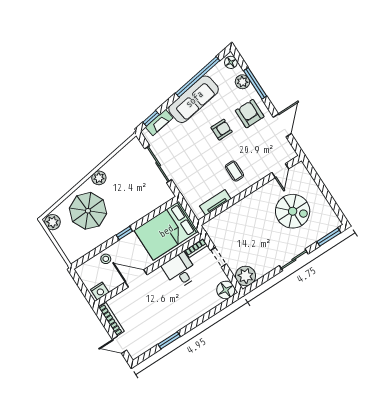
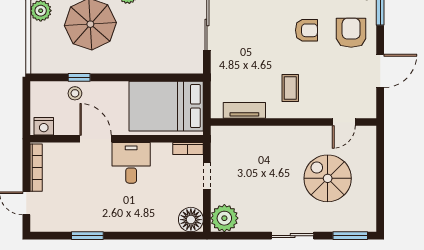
spiral stairs: (293, 211) -> (328, 178), turned 180
window: (124, 233) -> (79, 77), moved
desk: (180, 271) -> (131, 163), moved

